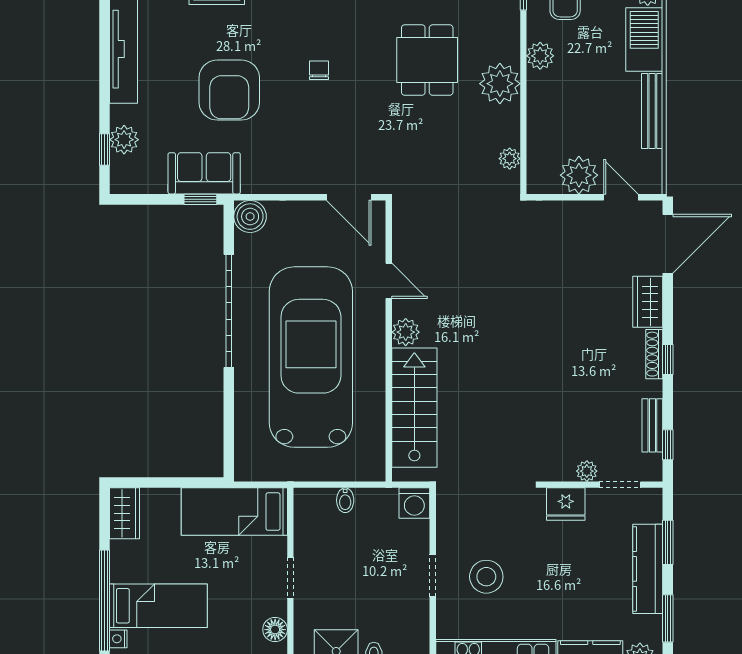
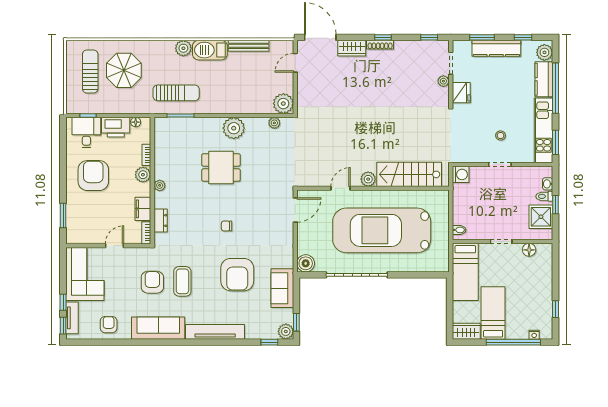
plant: (540, 56) -> (219, 106), removed
armchair: (229, 90) -> (237, 275), turned 90
plant: (124, 140) -> (286, 331), moved
plant: (579, 175) -> (283, 104), moved
window: (200, 199) -> (296, 322), moved
bench: (652, 425) -> (419, 46), removed
bidet: (345, 500) -> (459, 230), moved
stool: (486, 577) -> (501, 136), width x0.53, depth x0.53
bed: (158, 606) -> (493, 313), moved
window: (668, 618) -> (523, 37), width x0.67

